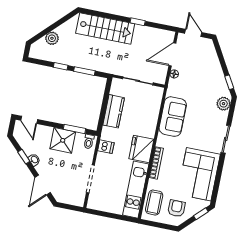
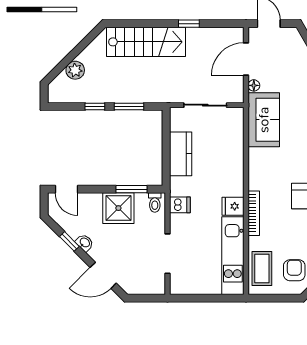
sofa: (173, 117) -> (264, 120), moved
fridge: (141, 149) -> (233, 206), width x0.53, depth x0.75
door: (43, 185) -> (103, 275), hinge flipped

